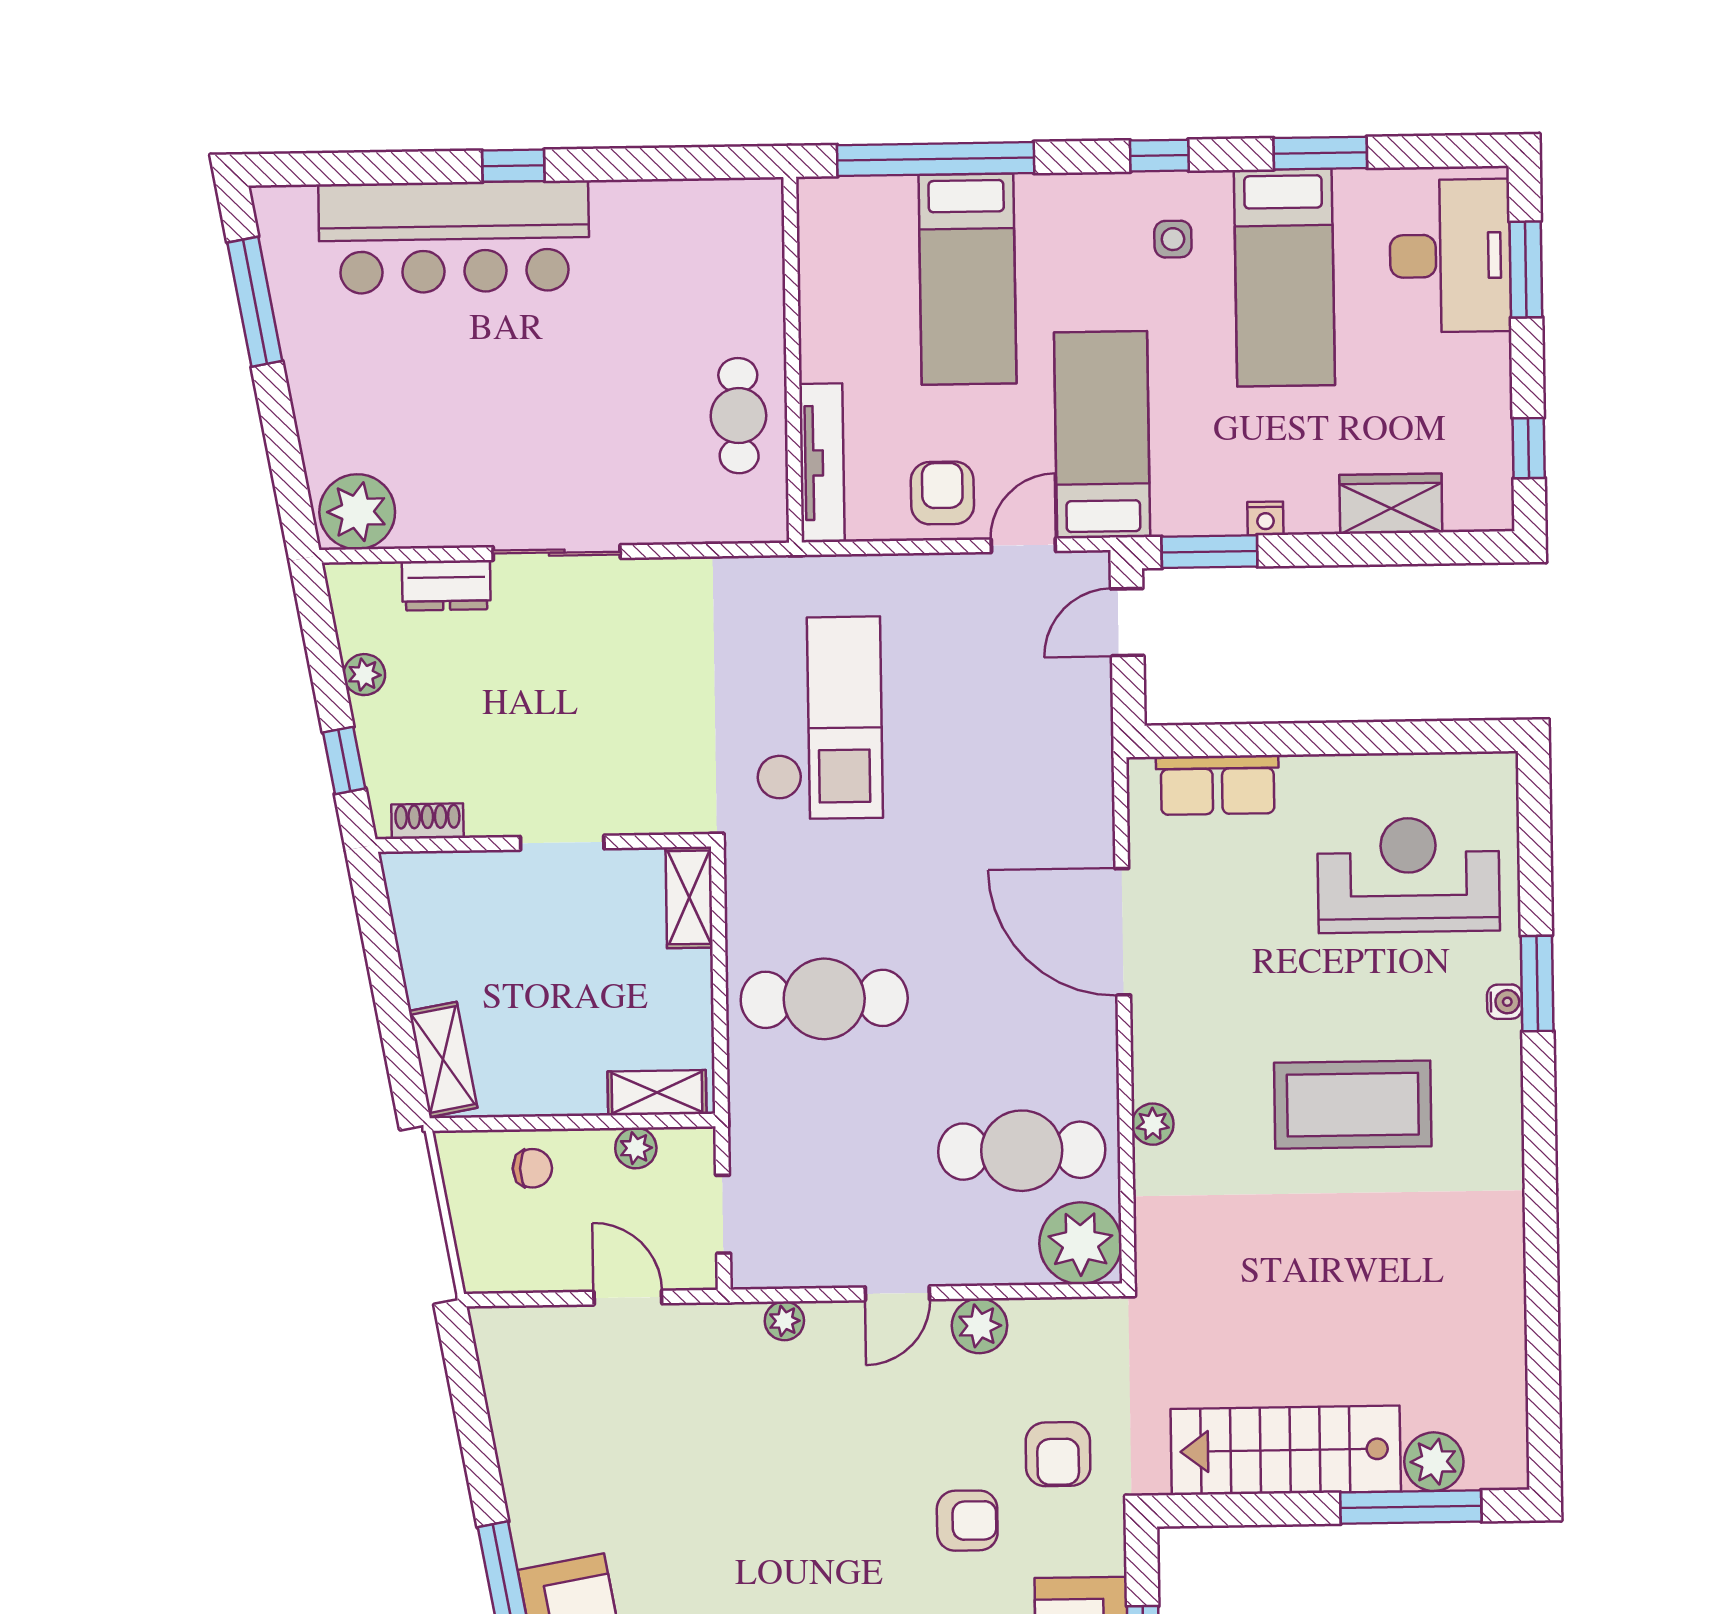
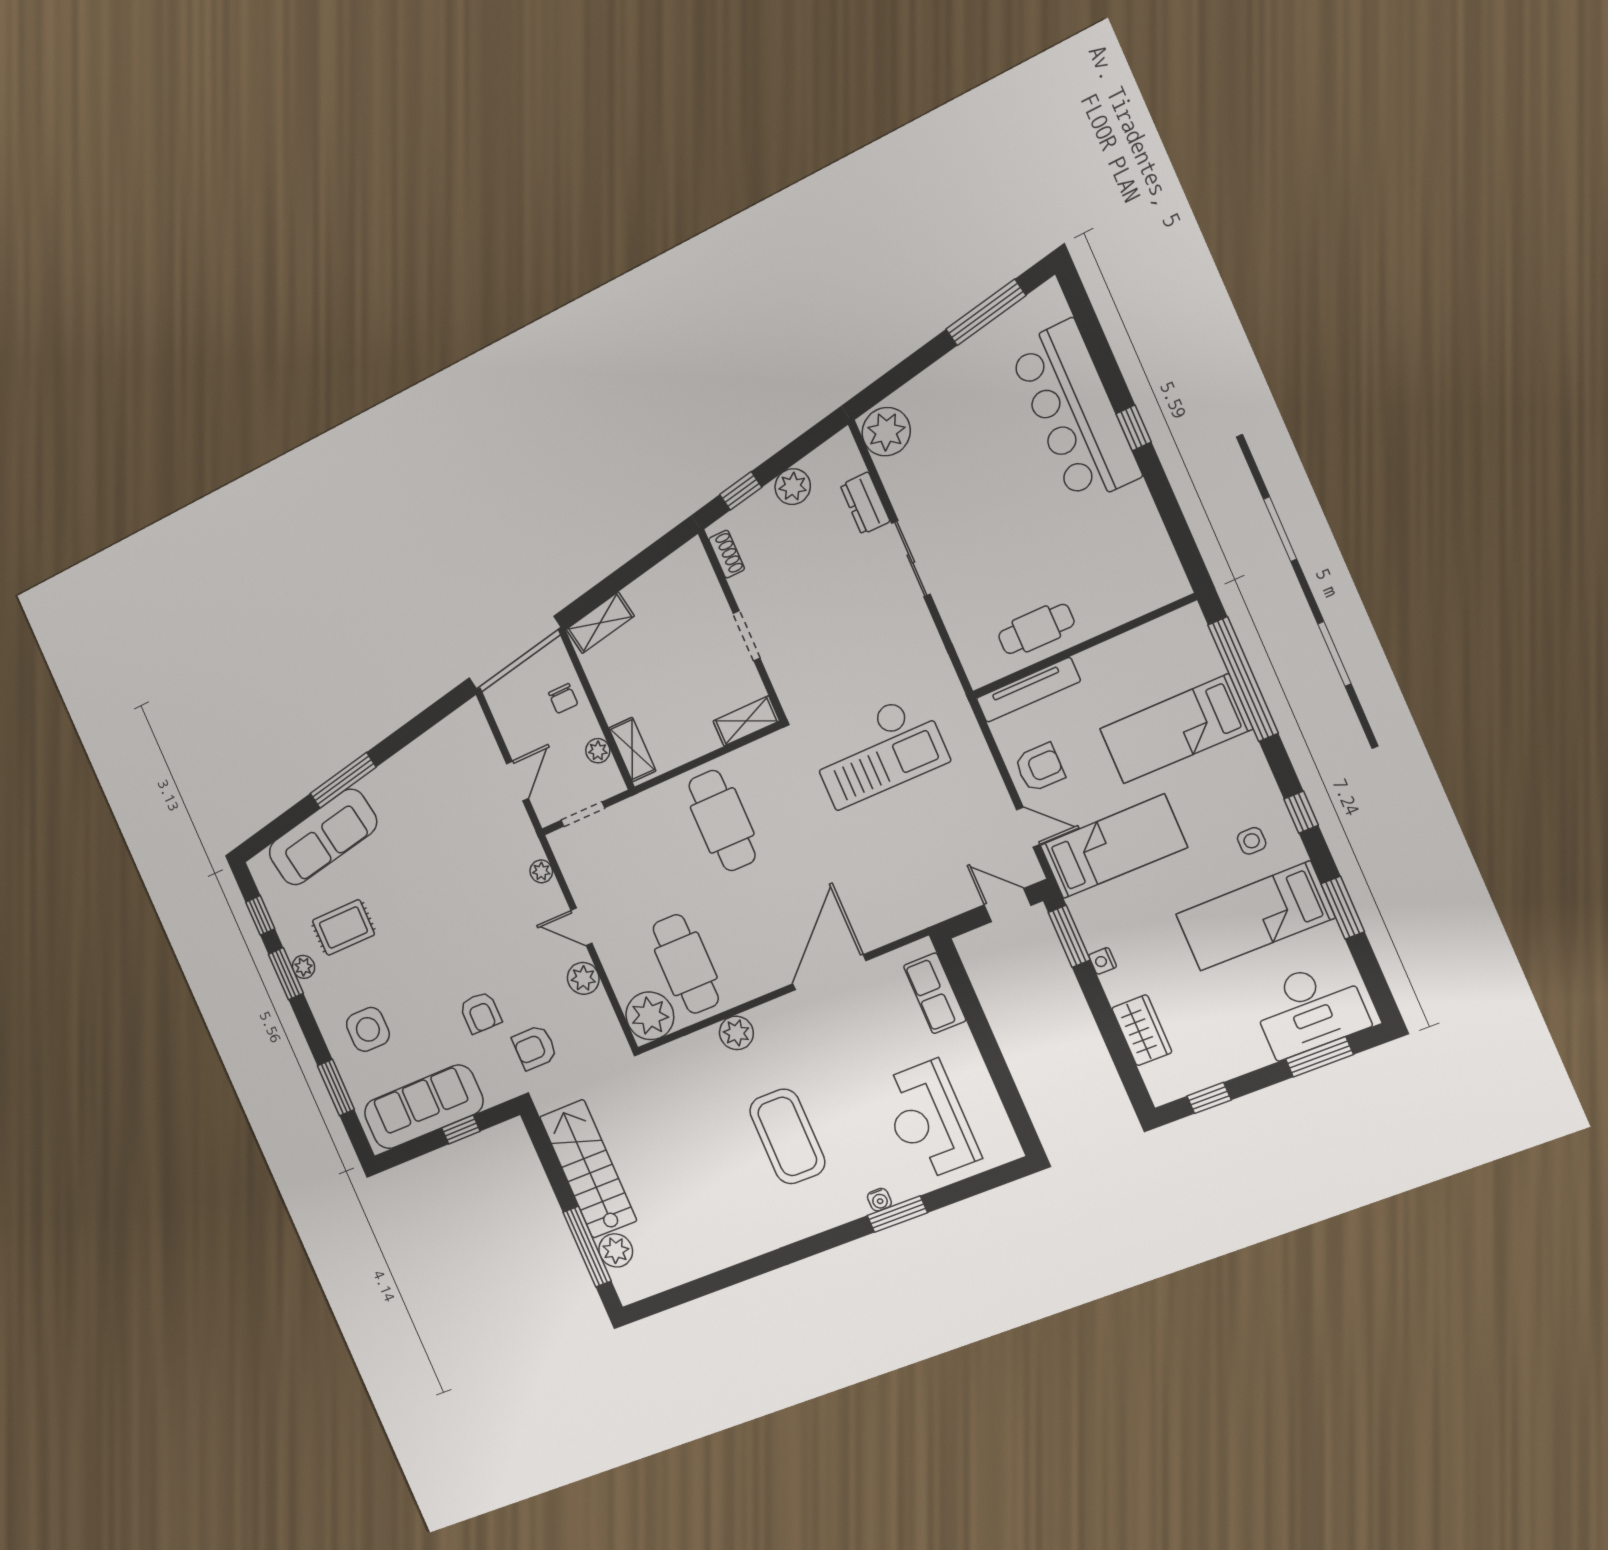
plant: (364, 675) -> (793, 487), width x1.38, depth x1.38
reception desk: (1409, 875) -> (928, 1120), turned 180
plant: (1153, 1124) -> (736, 1033), width x1.38, depth x1.38

